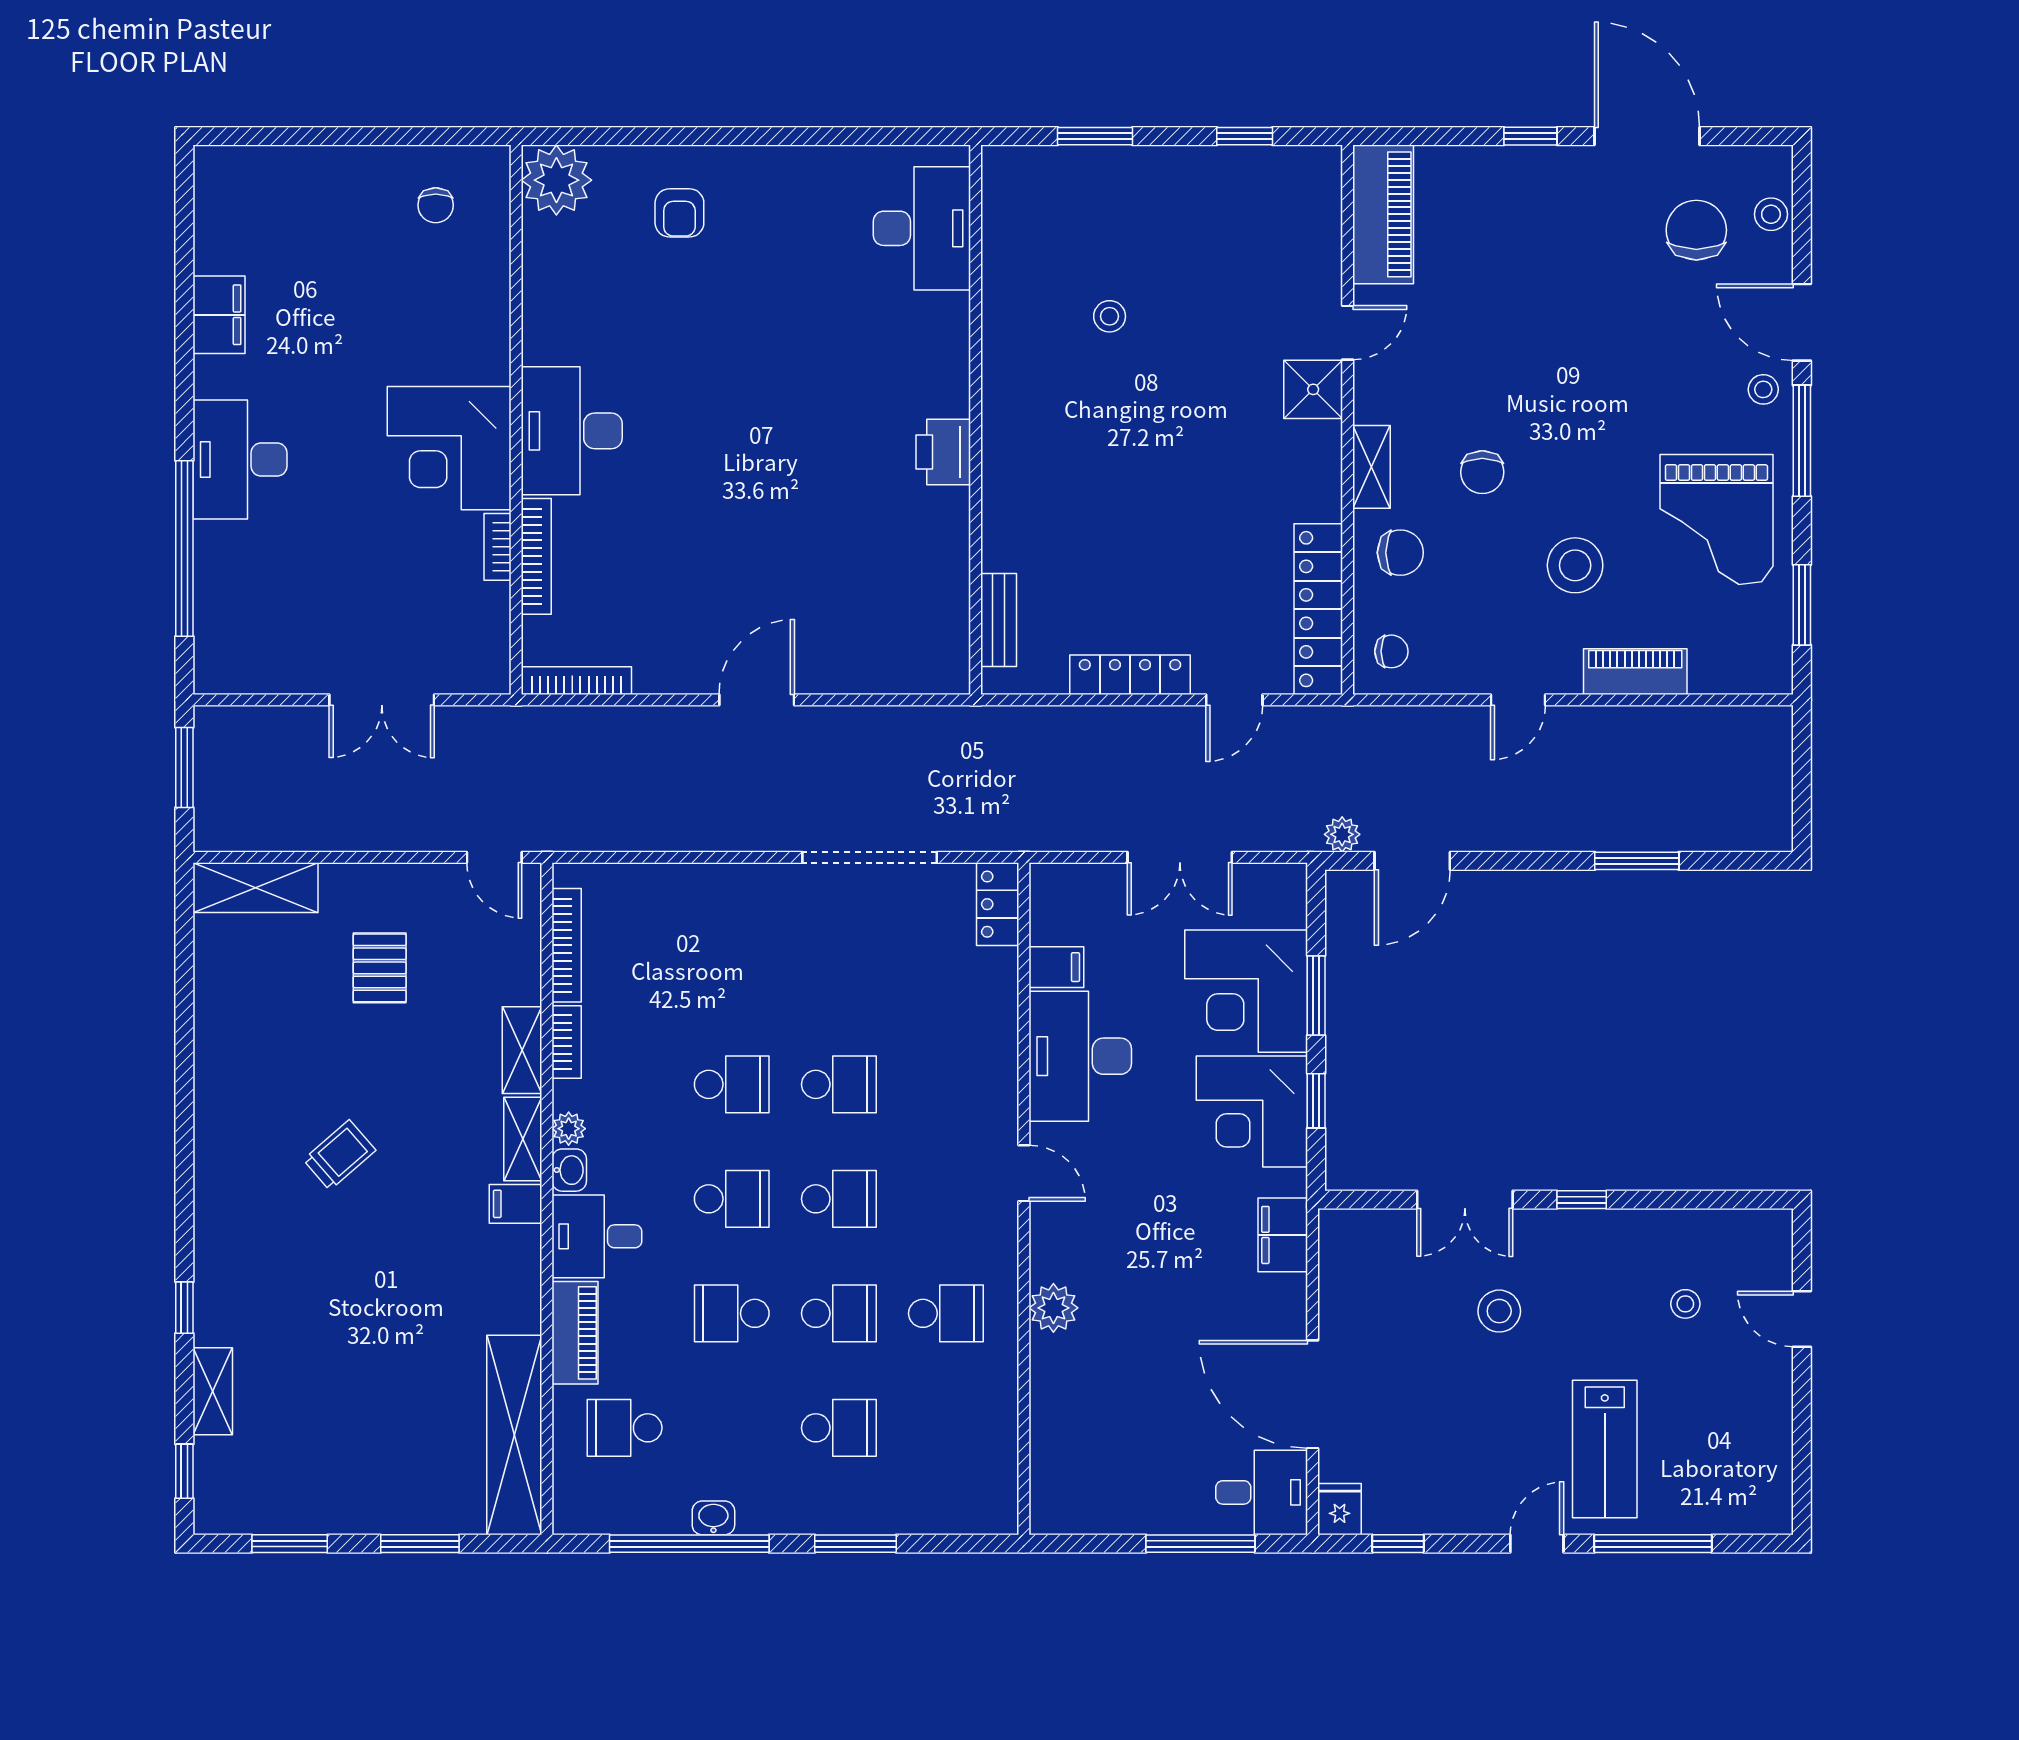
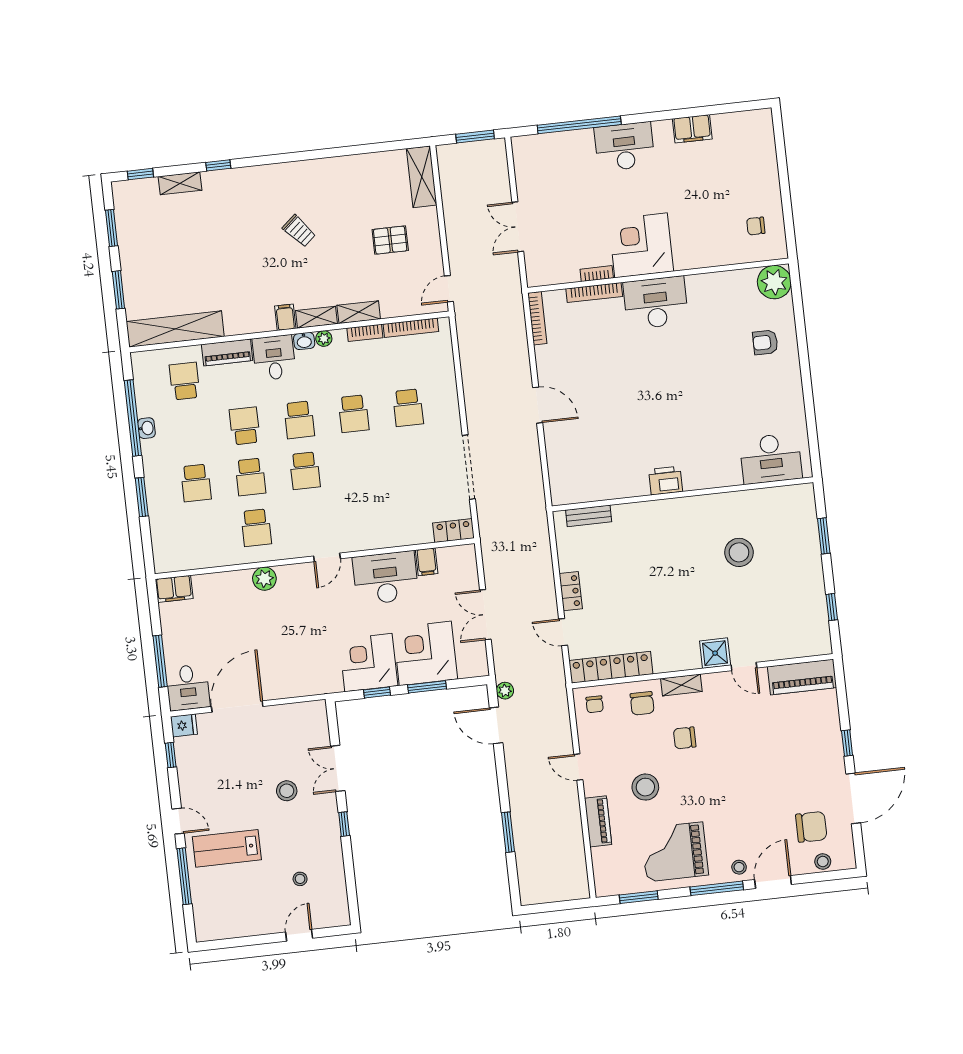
stool: (1110, 316) -> (739, 552), width x1.89, depth x1.89
locker: (1130, 675) -> (571, 591), width x0.66
school desk: (839, 1084) -> (408, 408), moved
filing cabinet: (1283, 1235) -> (174, 589), moved, turned 180

